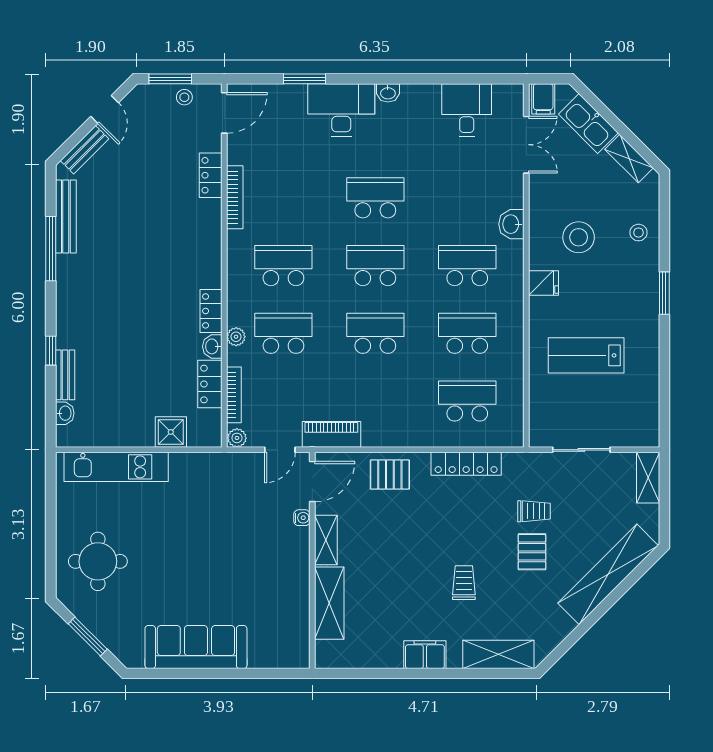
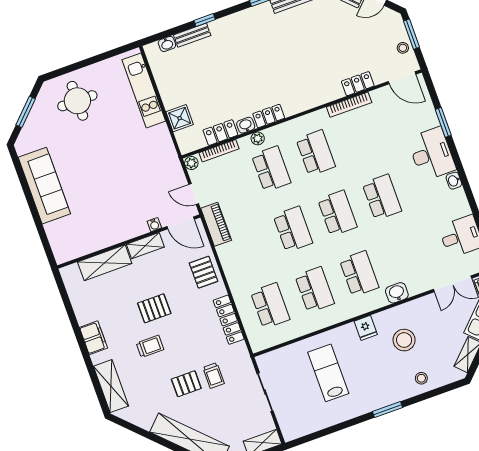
pallet: (415, 558) -> (154, 308), added

